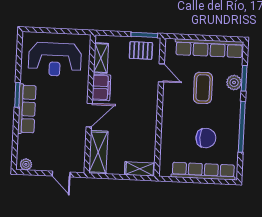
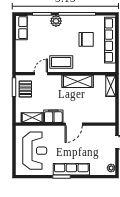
row of seats: (209, 48) -> (21, 28), width x0.50
plant: (234, 83) -> (56, 21), moved
coffee table: (203, 88) -> (61, 62), moved
door: (89, 115) -> (74, 124), swing flipped
chair: (206, 138) -> (86, 39), turned 90
shelving: (98, 152) -> (78, 81), moved

